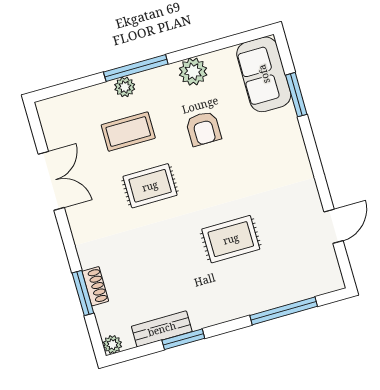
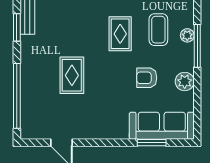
sofa: (264, 74) -> (162, 126), width x1.36
window: (284, 311) -> (17, 96), width x1.46

